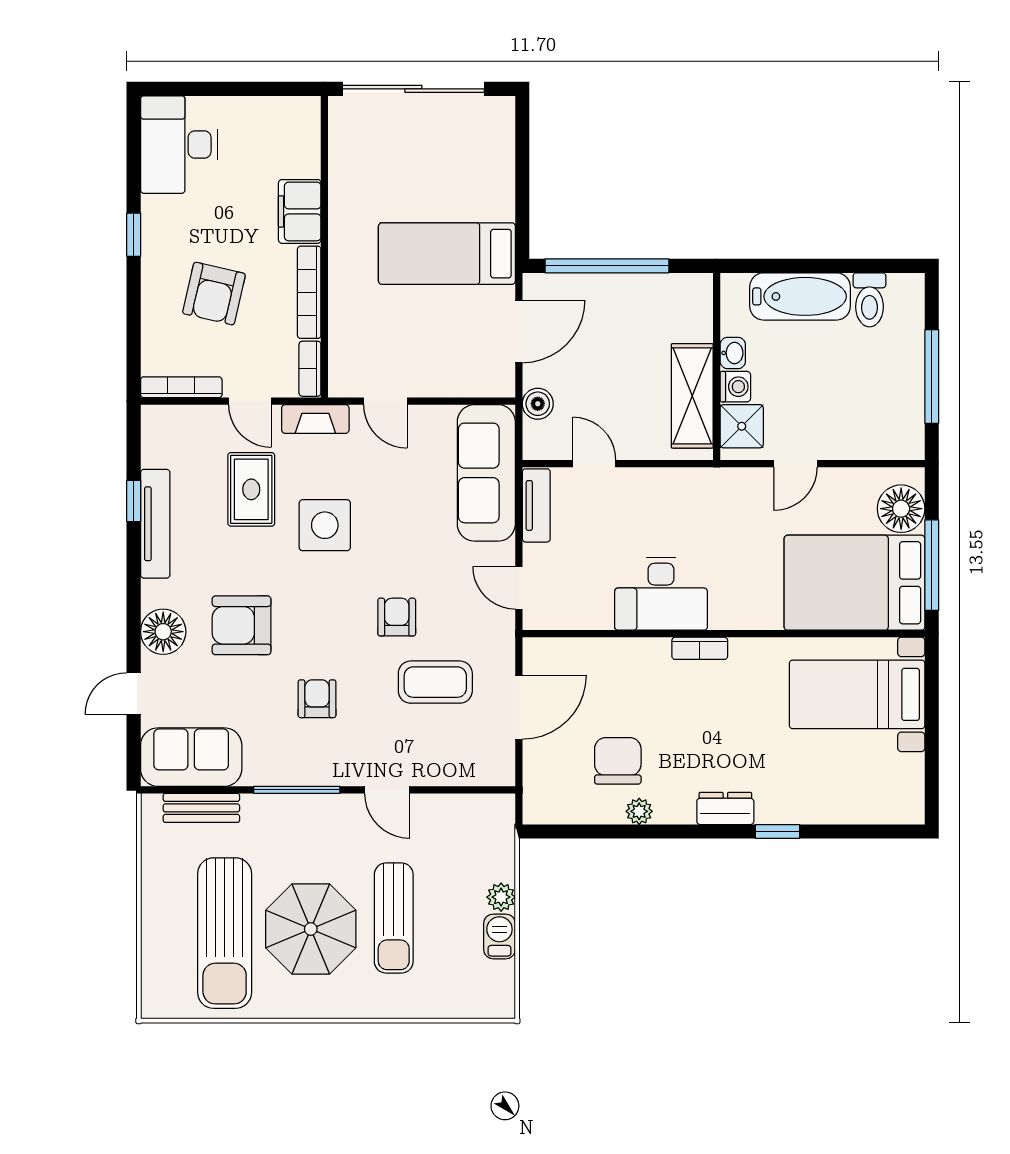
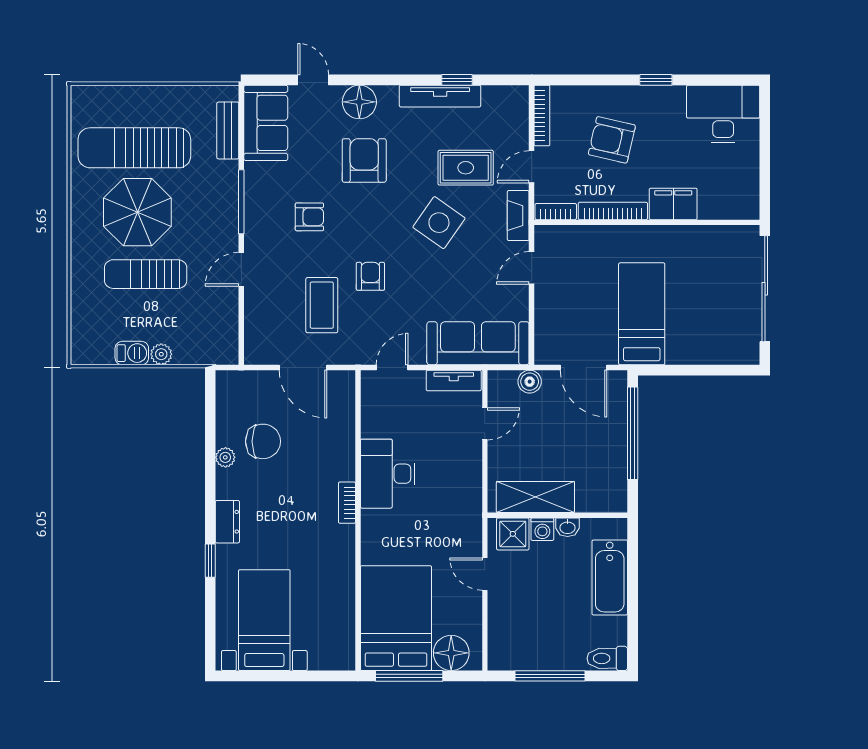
toilet: (870, 300) -> (607, 658), moved
side table: (325, 525) -> (439, 223), turned 35
armchair: (397, 617) -> (370, 276), turned -90
bed with nightstands: (857, 694) -> (264, 620), moved

